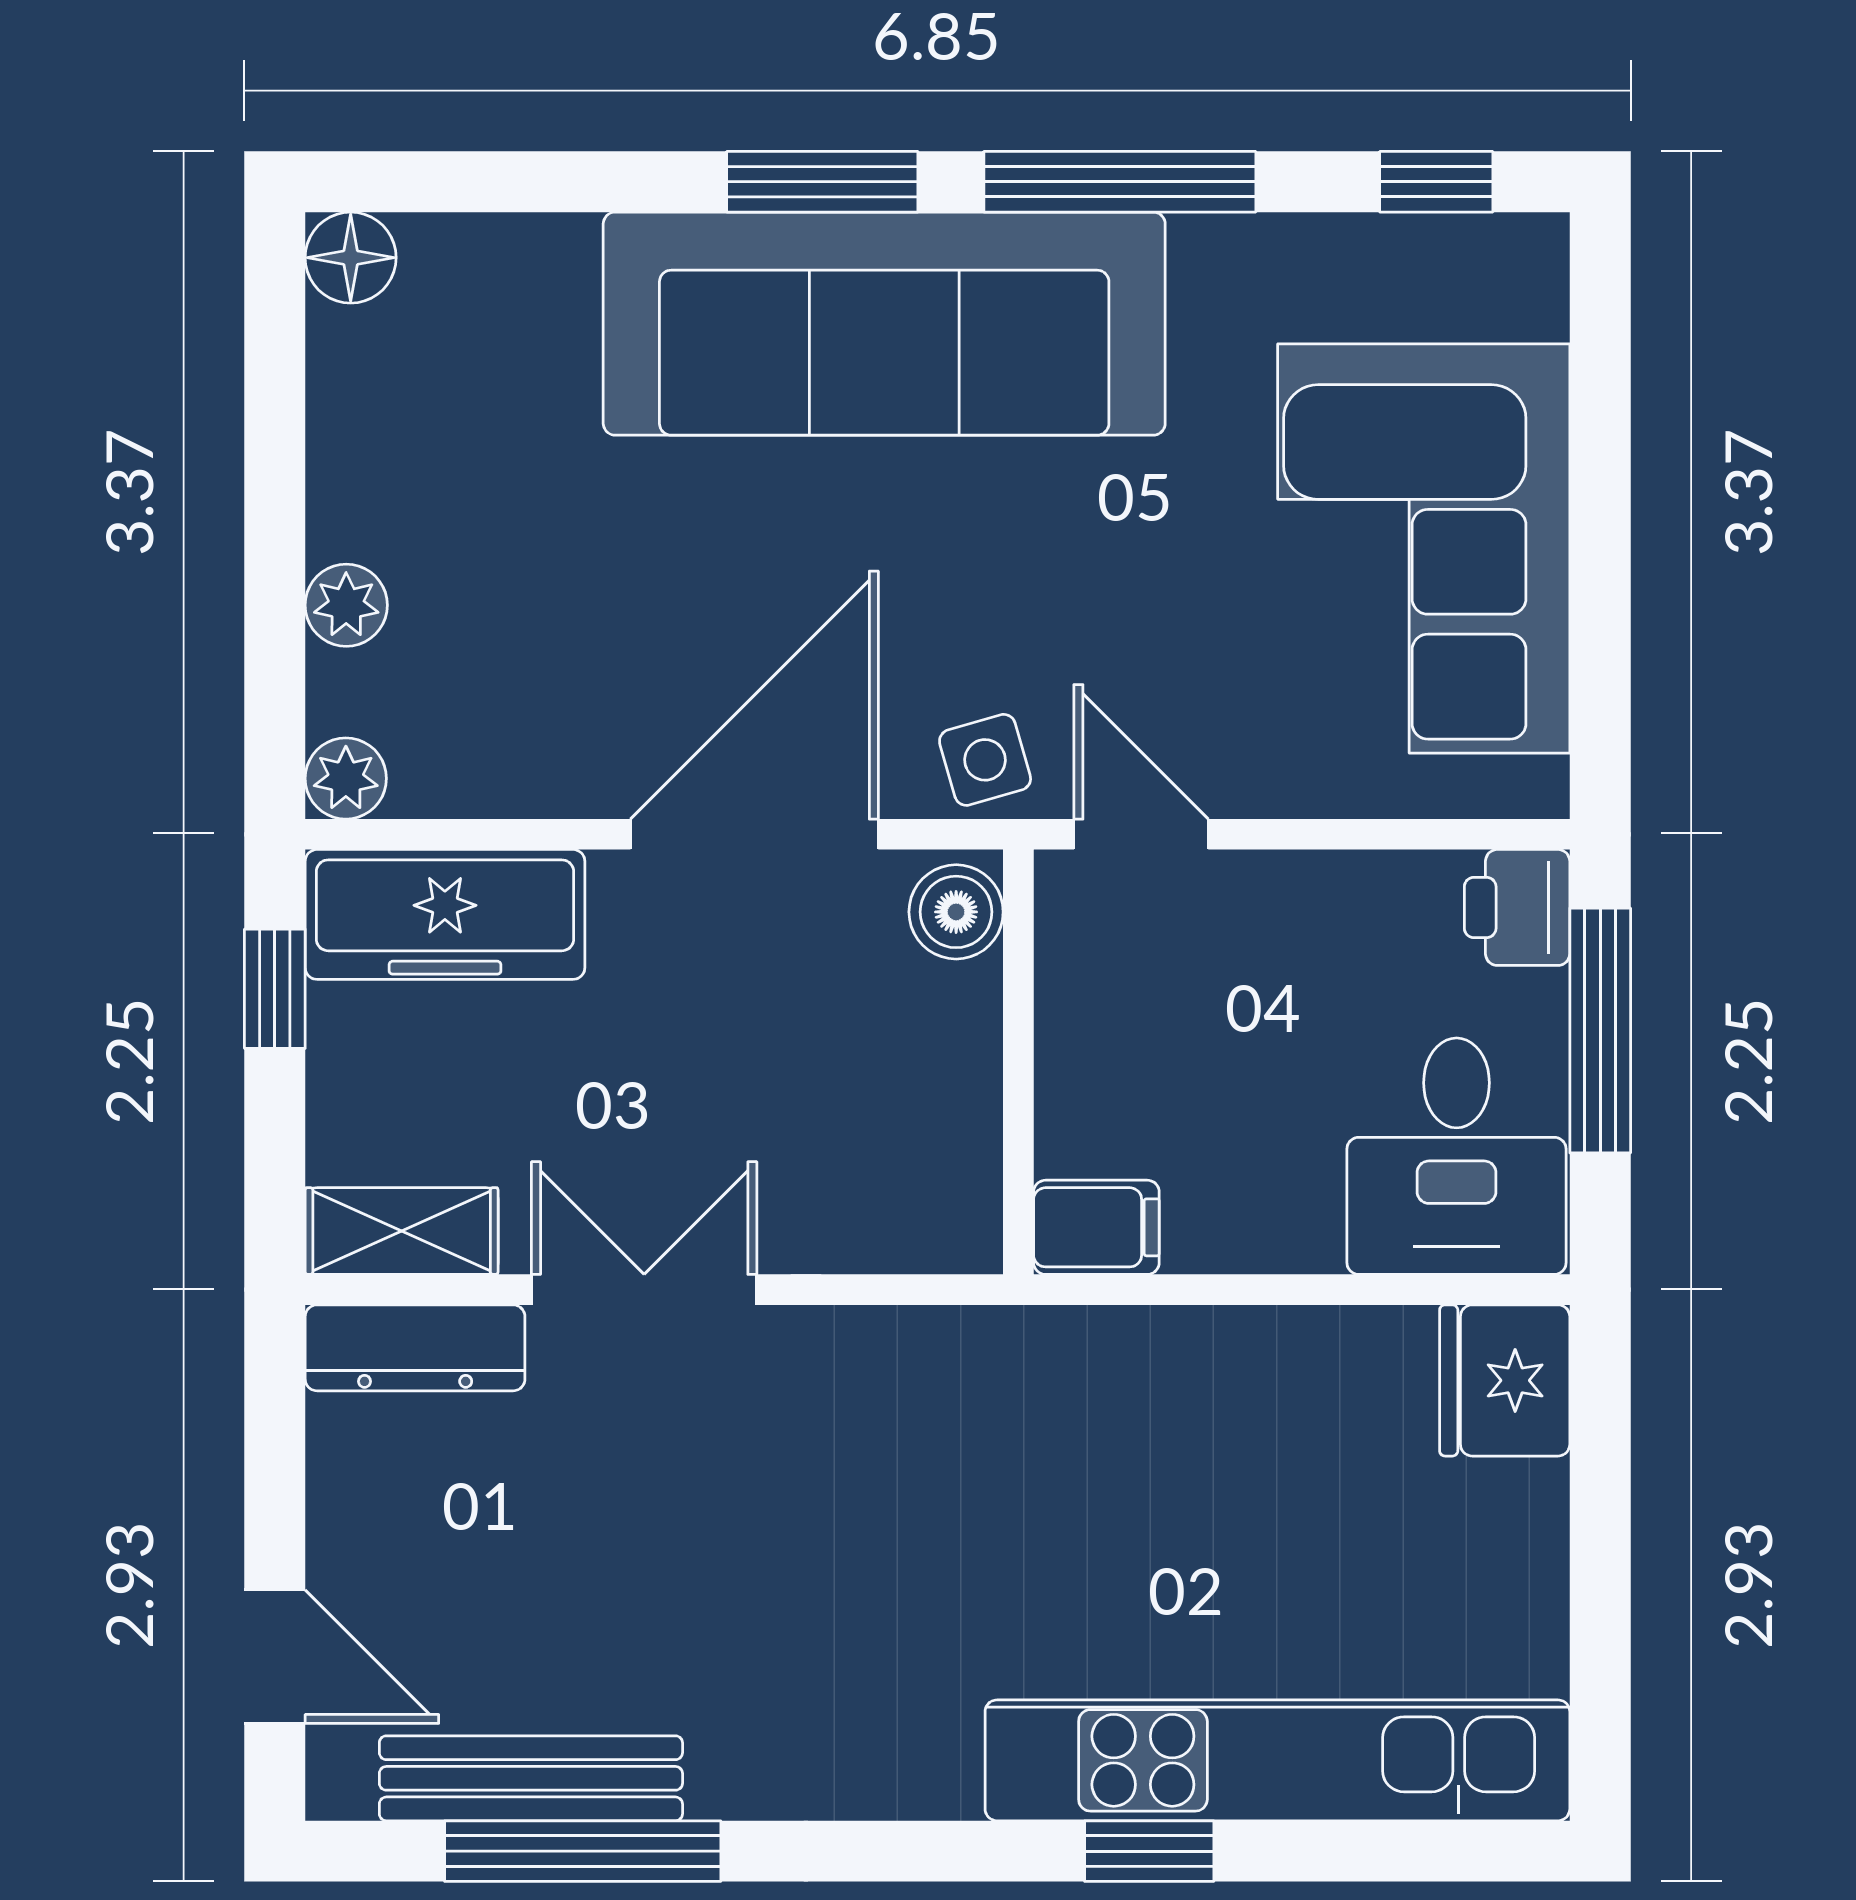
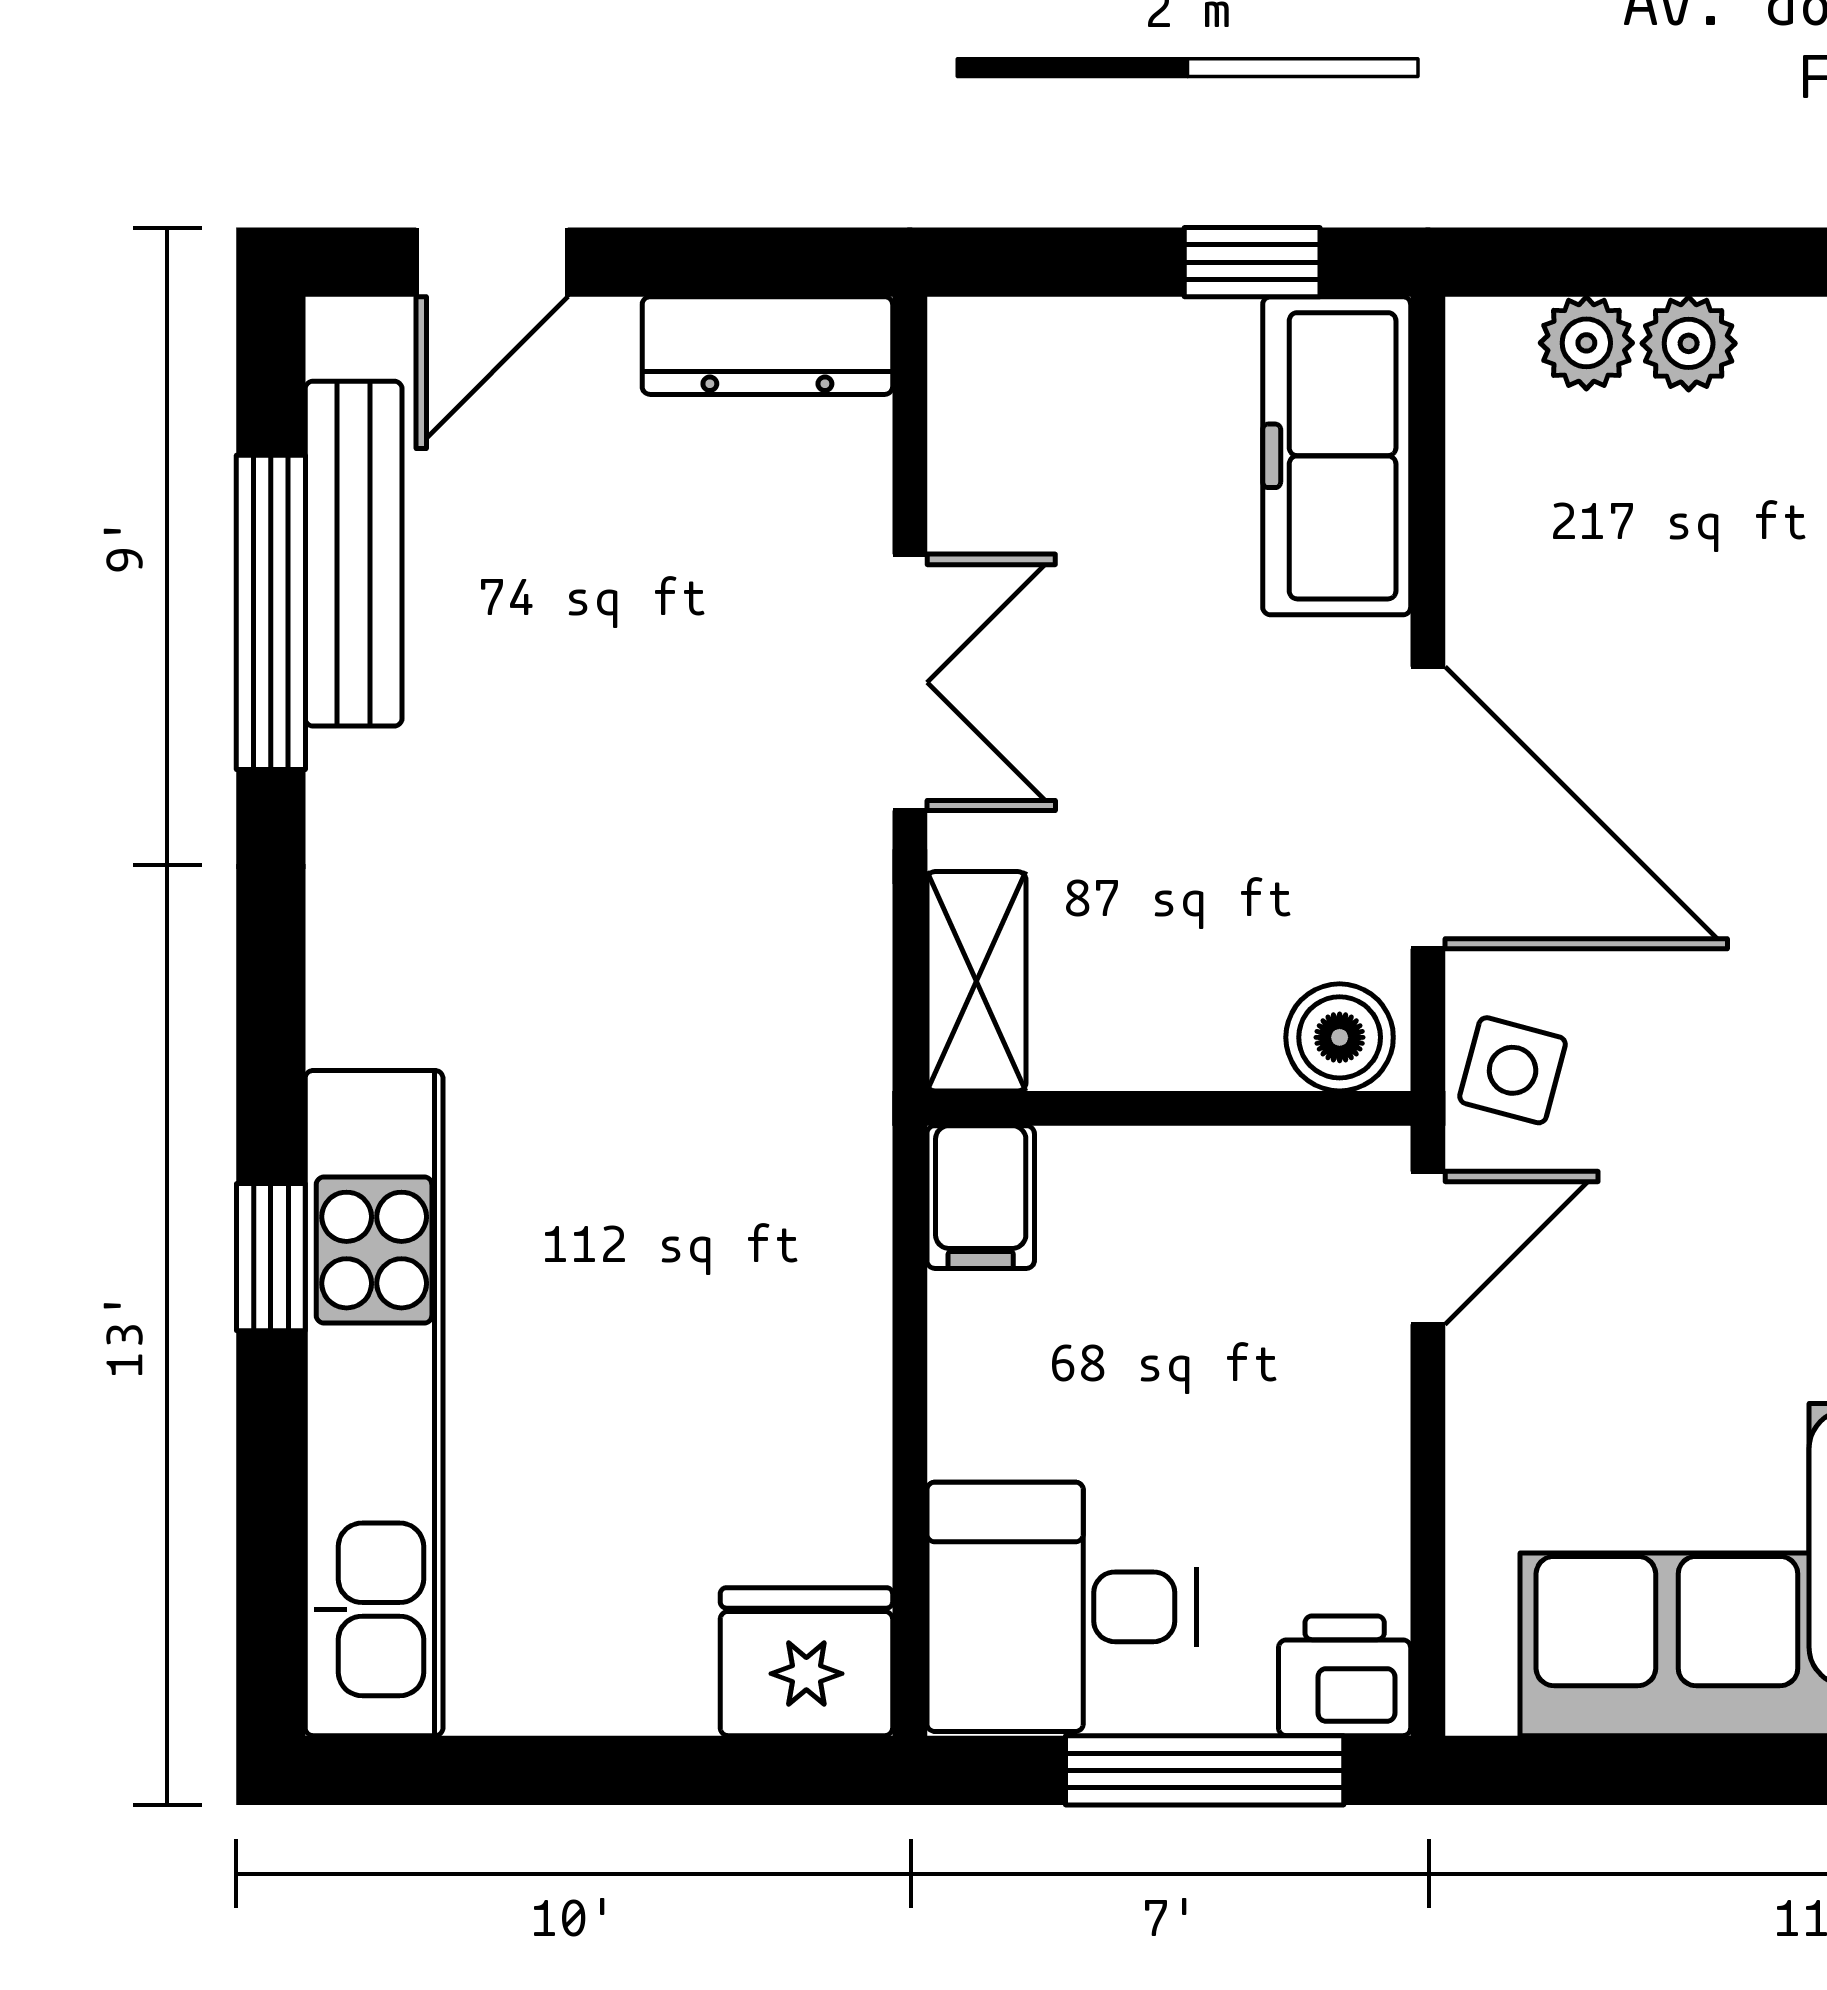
side table: (985, 760) -> (1513, 1070), turned 31
plant: (346, 778) -> (1586, 343), moved
shelving: (402, 1231) -> (976, 981), moved
dresser: (415, 1348) -> (767, 346), moved, turned -90

